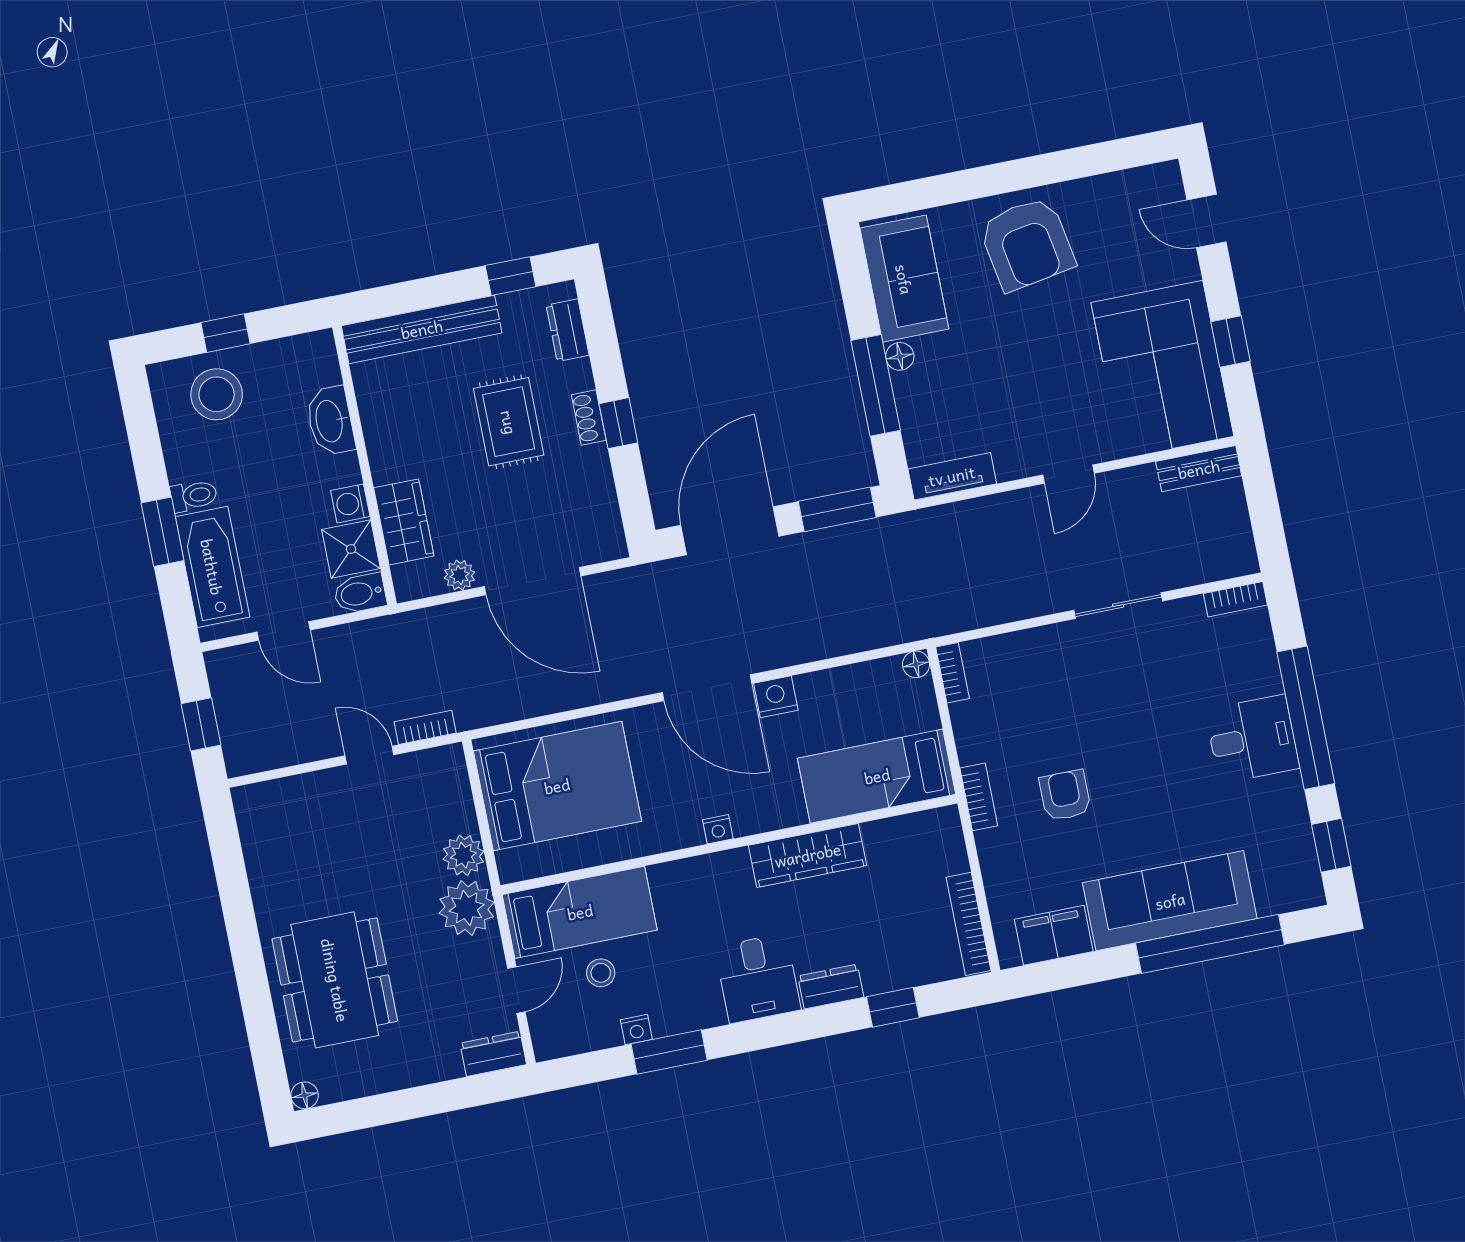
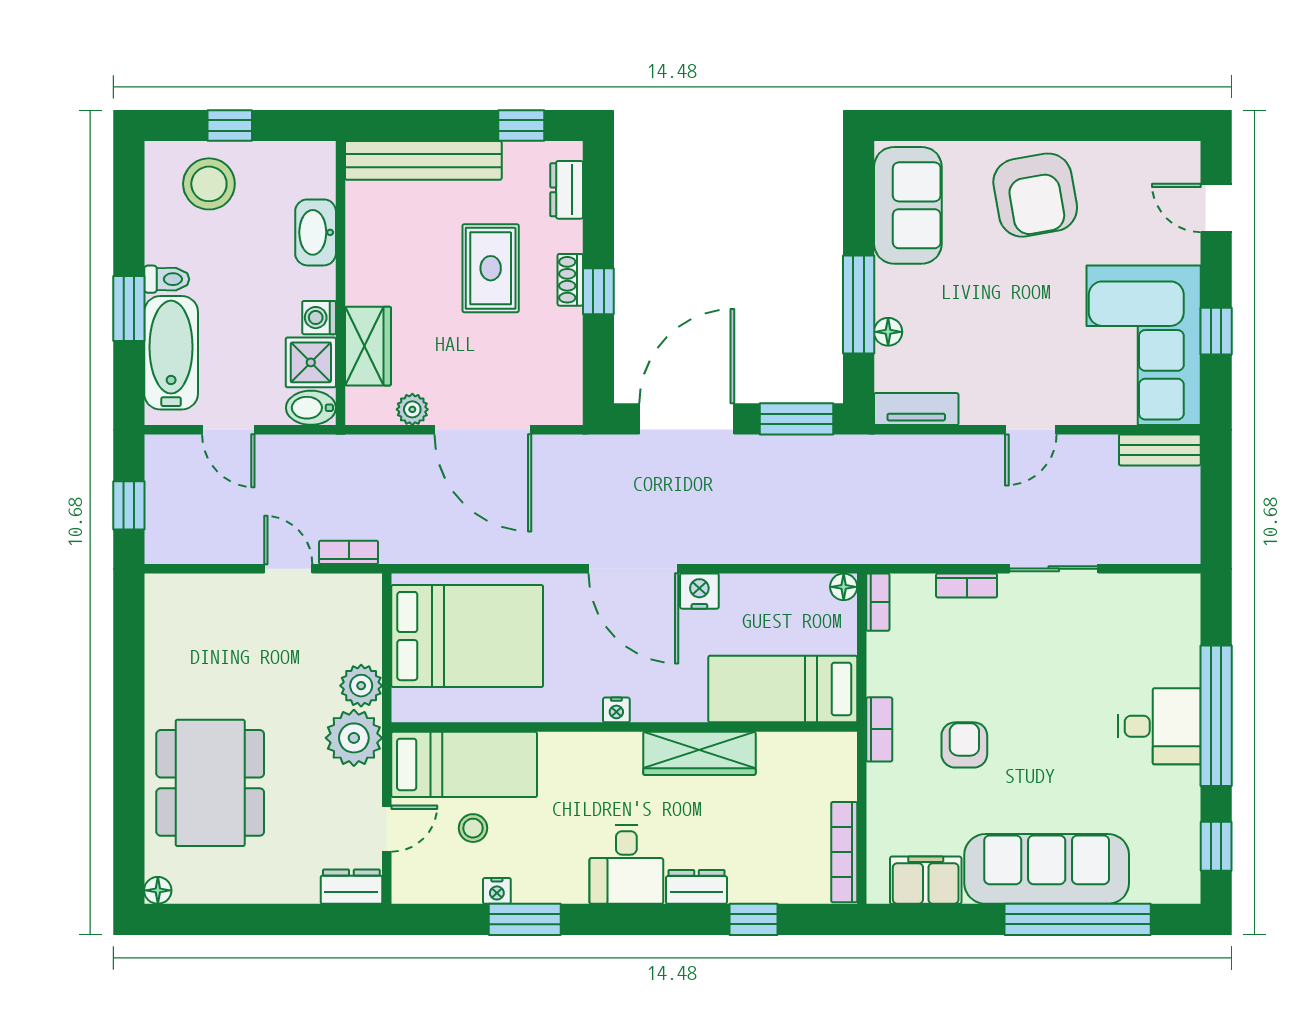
floor lamp: (900, 356) -> (888, 332), moved
bookcase: (1235, 599) -> (967, 586), moved

